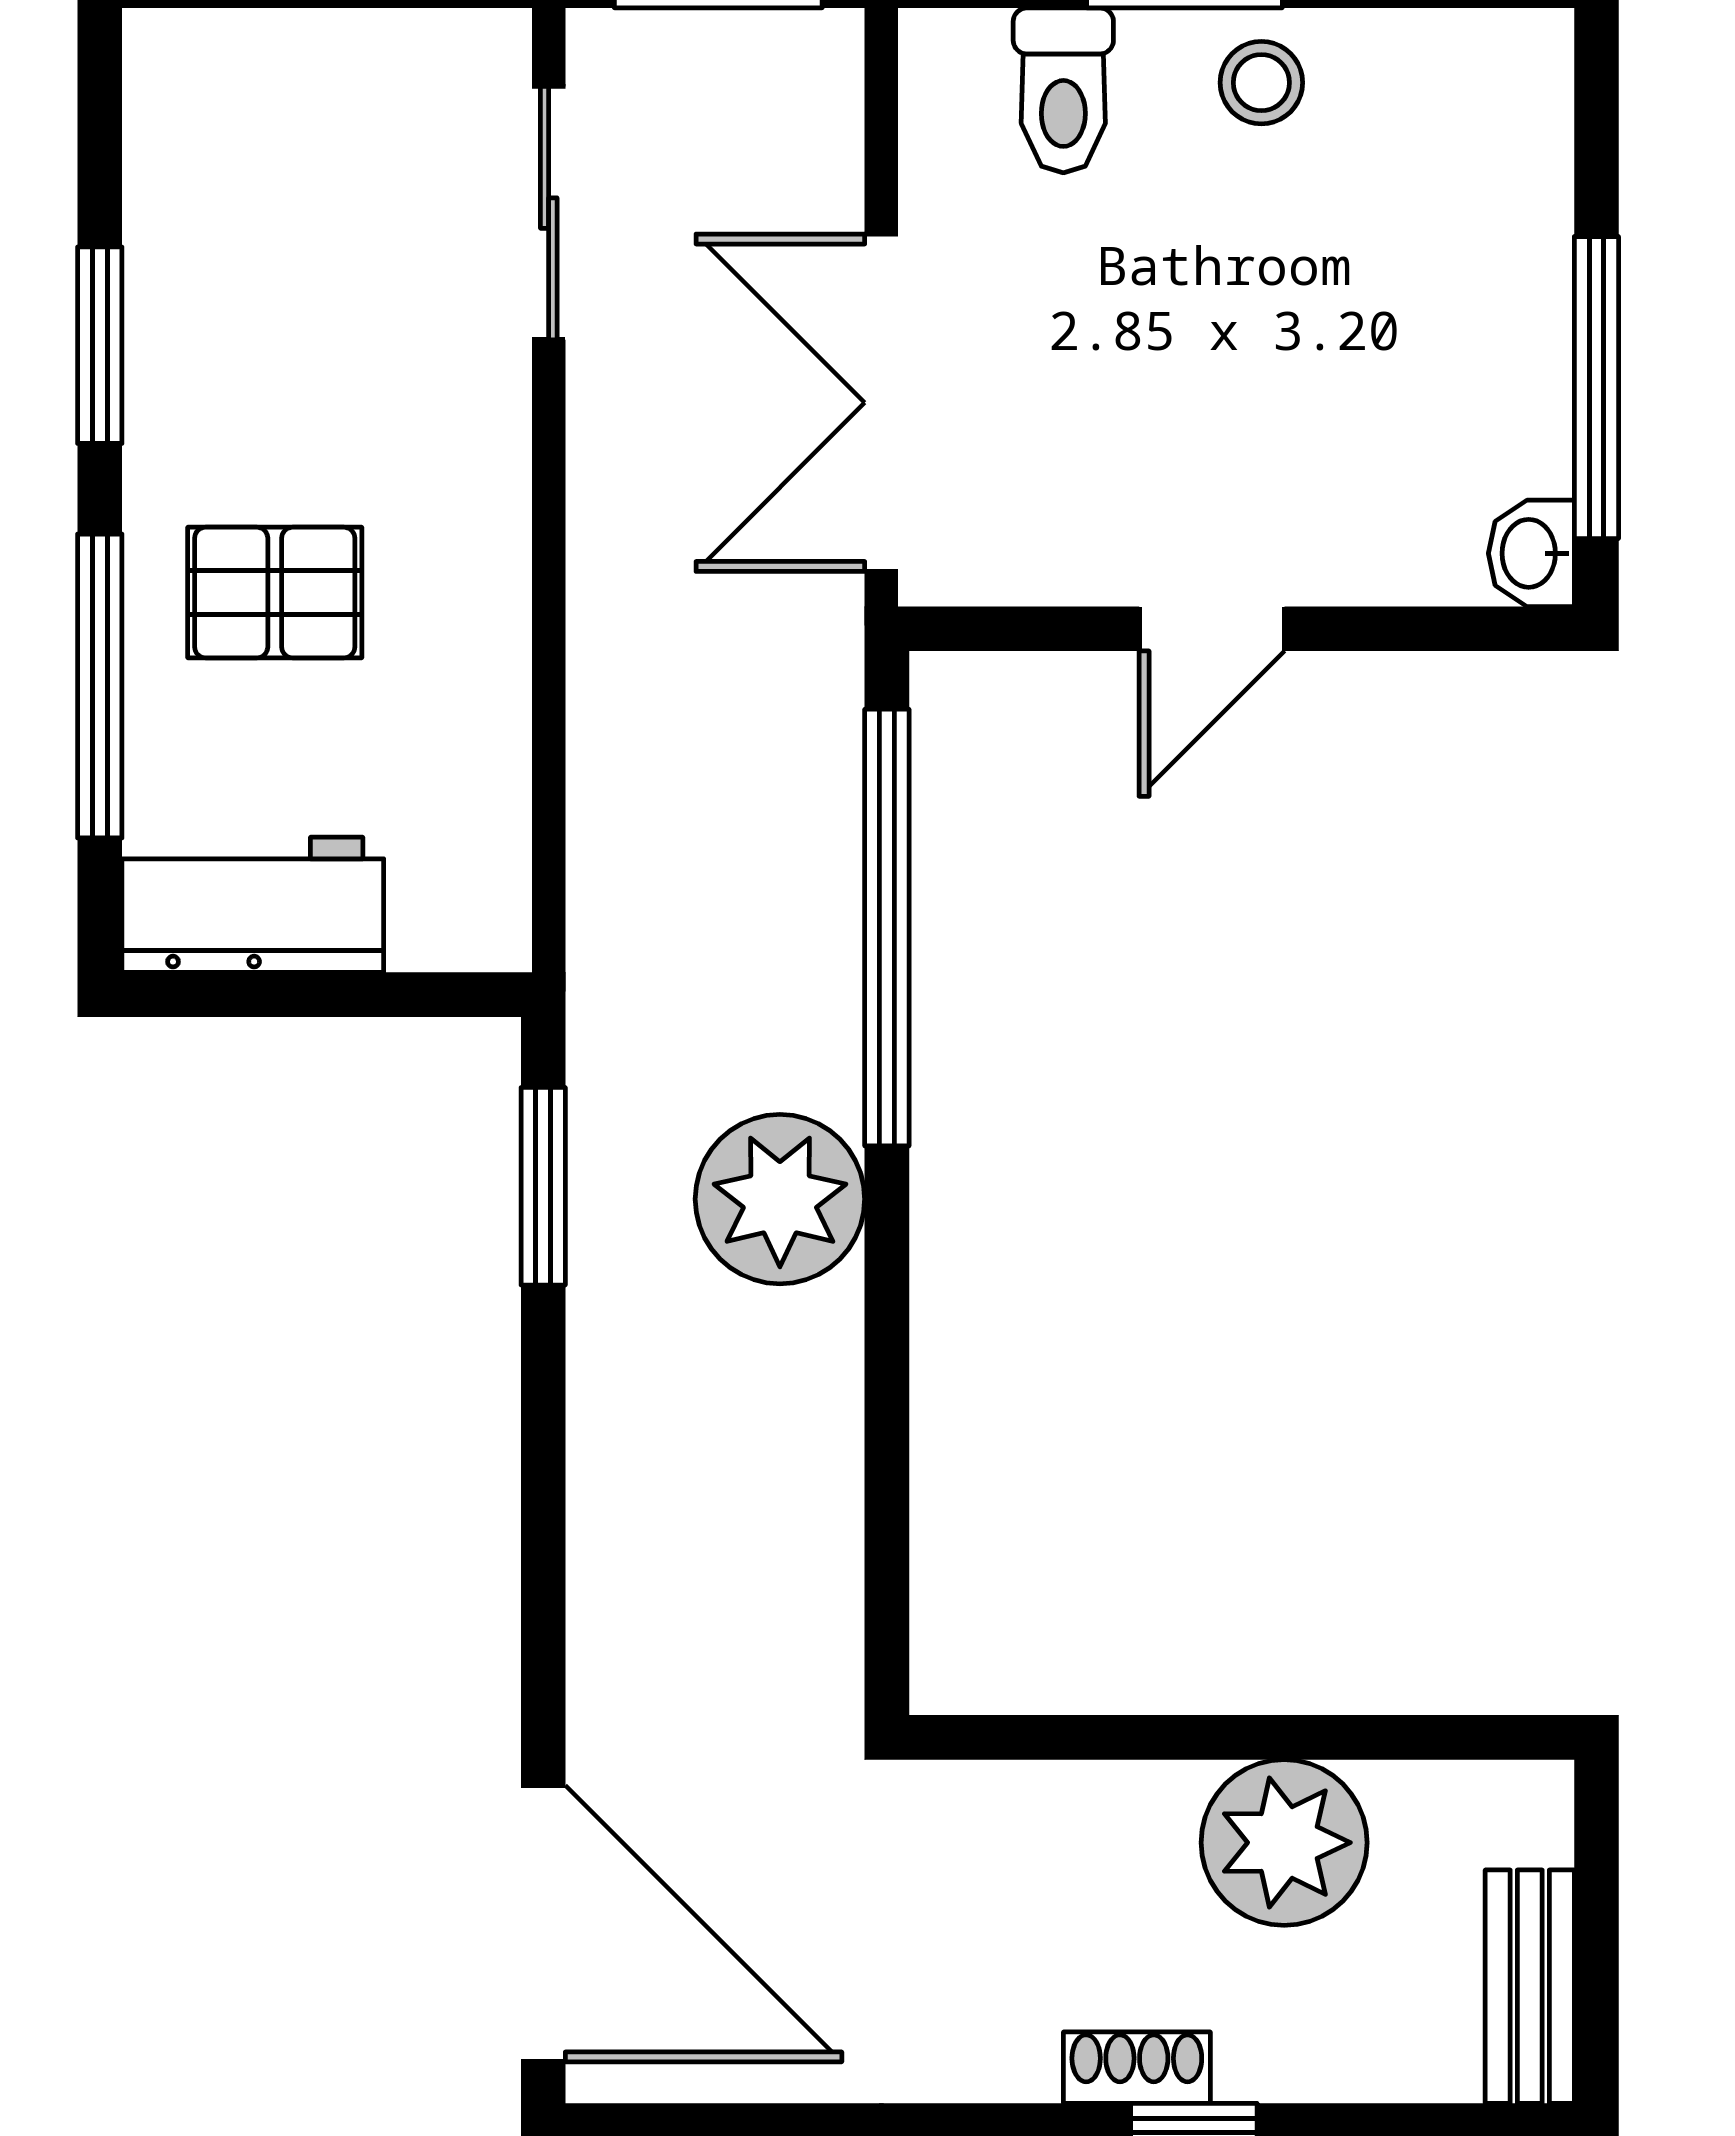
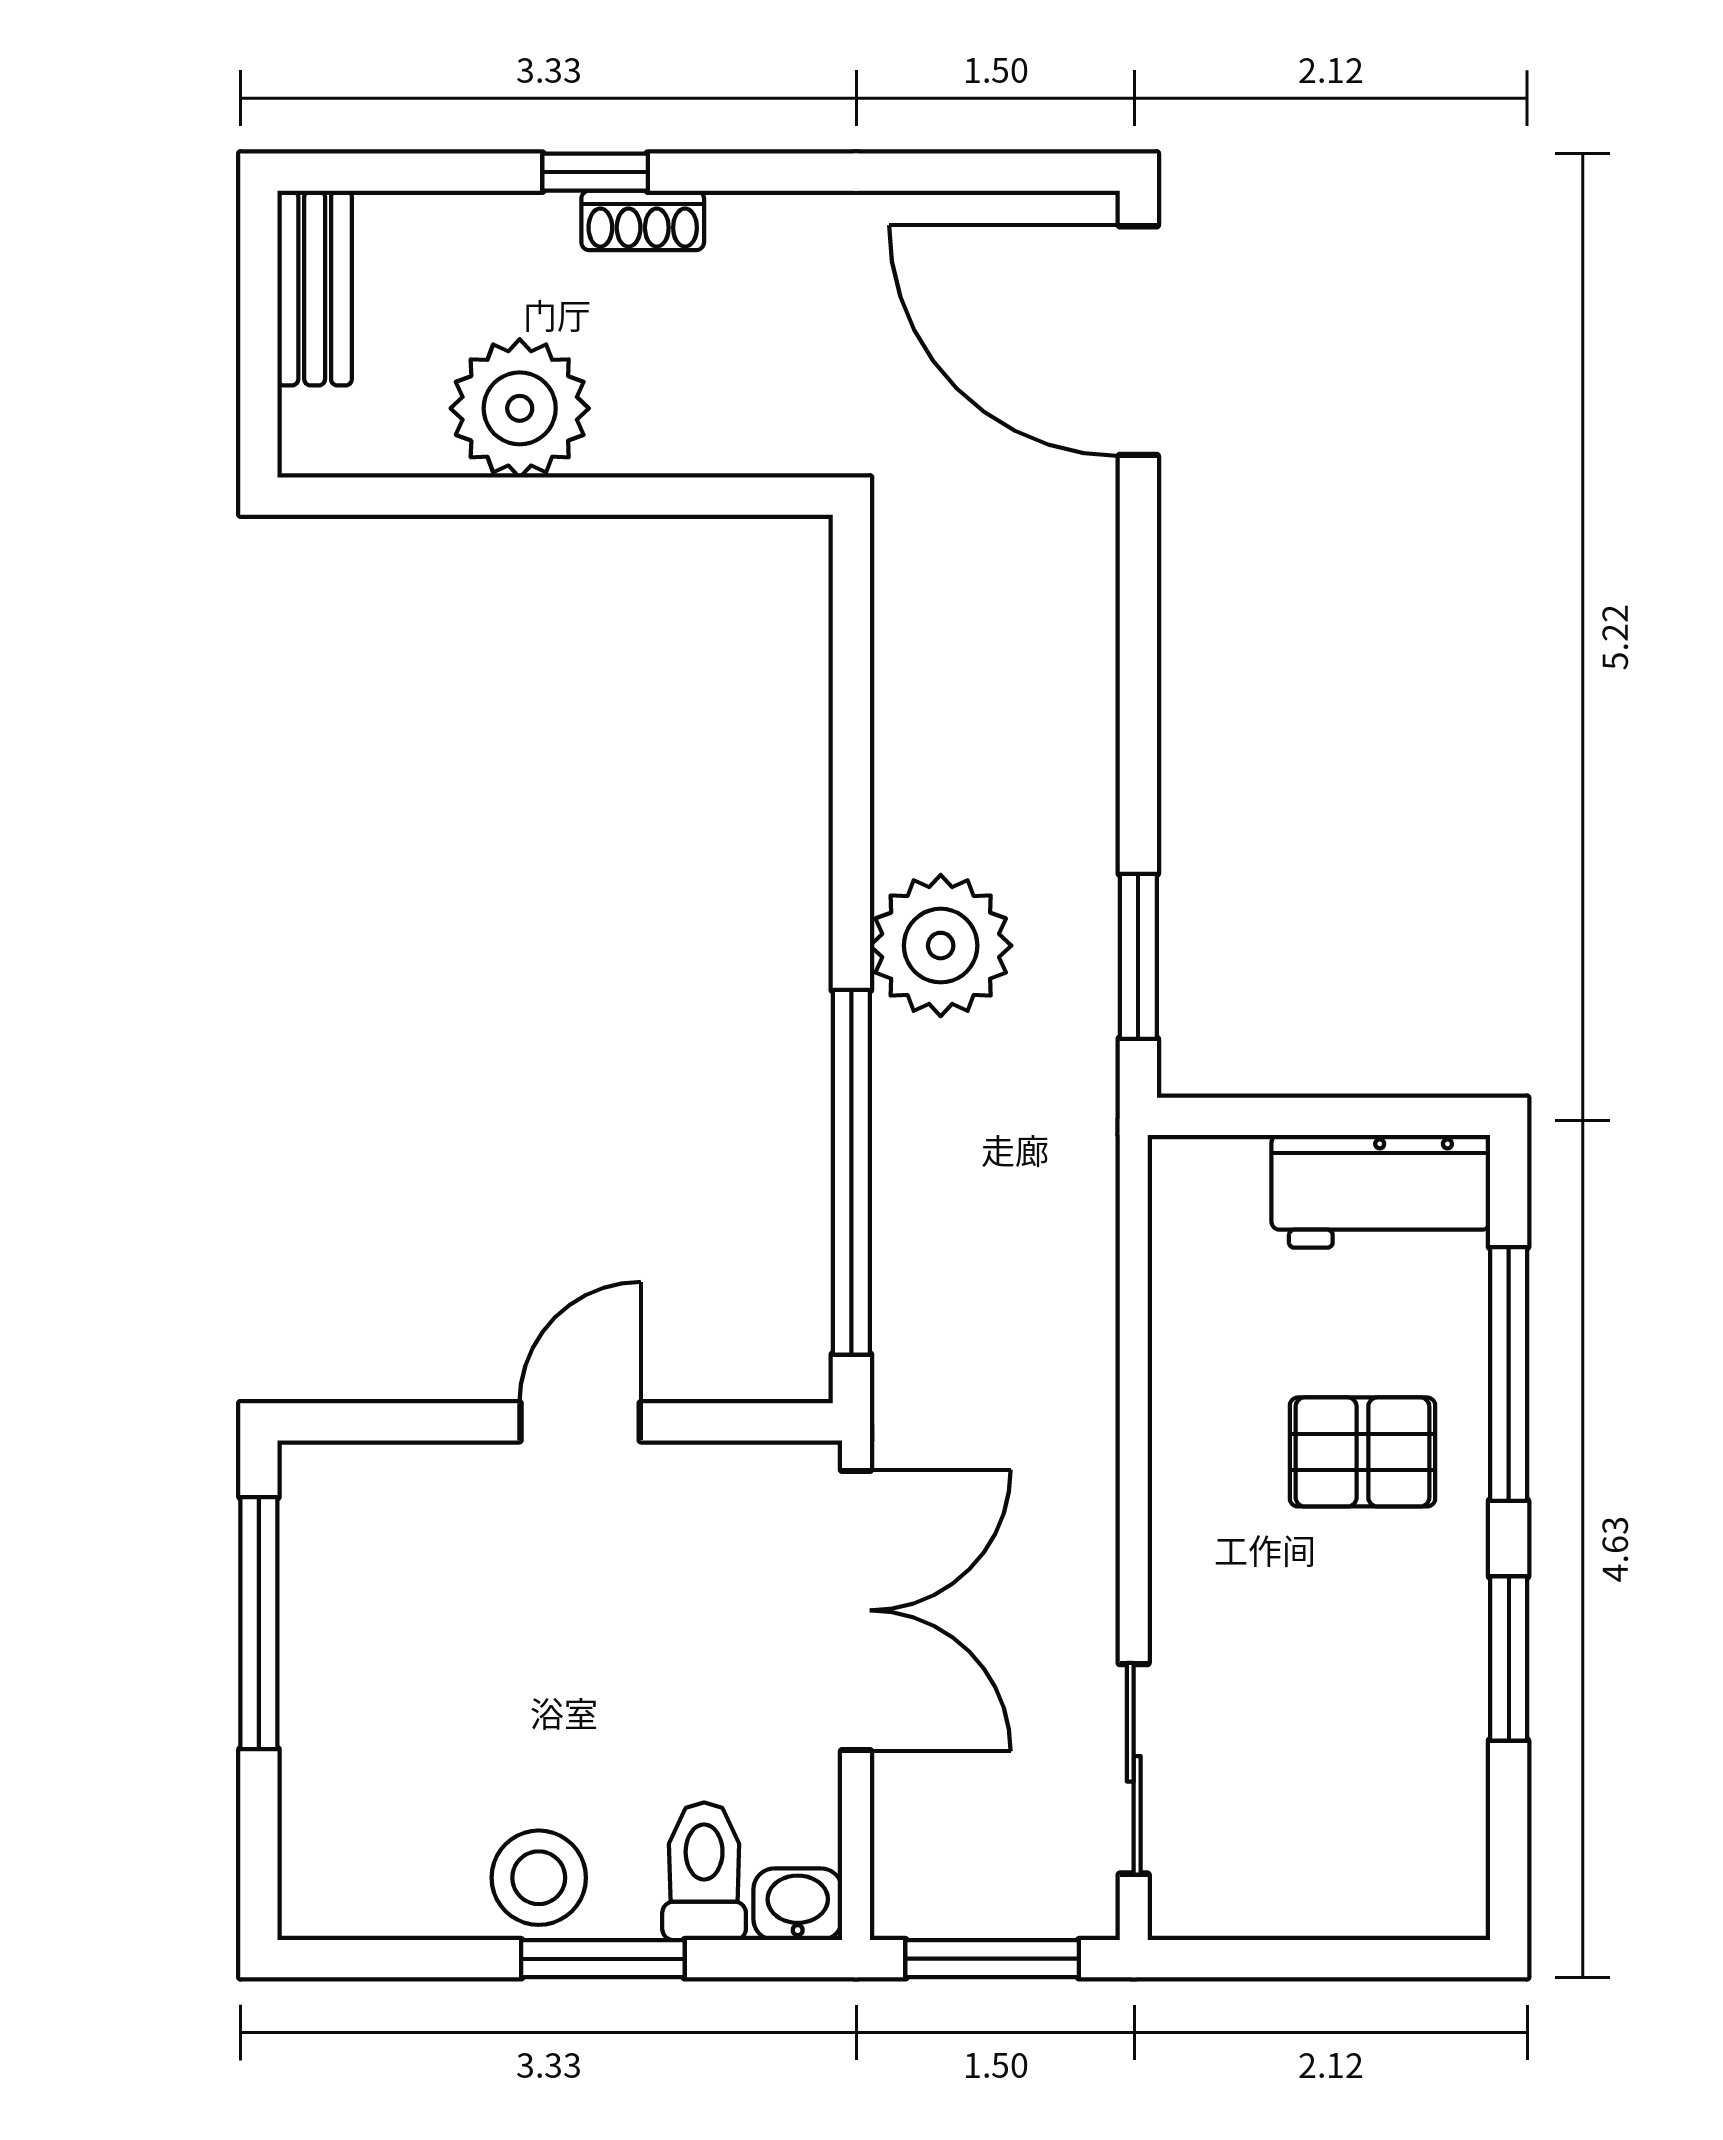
stool: (1261, 83) -> (539, 1878), width x1.37, depth x1.37
washbasin: (1531, 553) -> (798, 1904), moved, turned -90

